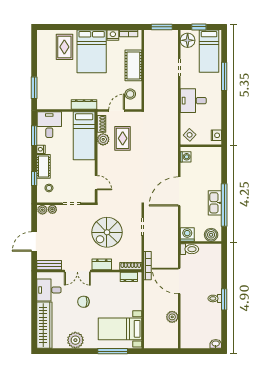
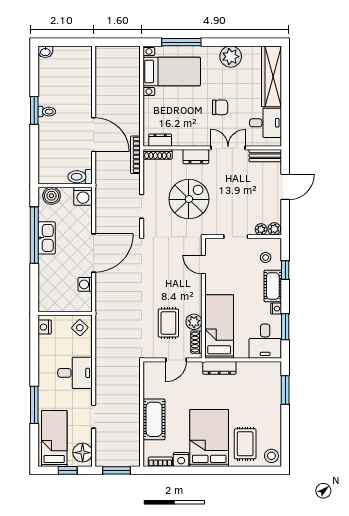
stool: (130, 94) -> (271, 456), moved
washing machine: (186, 157) -> (85, 284), moved
plant: (172, 317) -> (103, 87), removed

